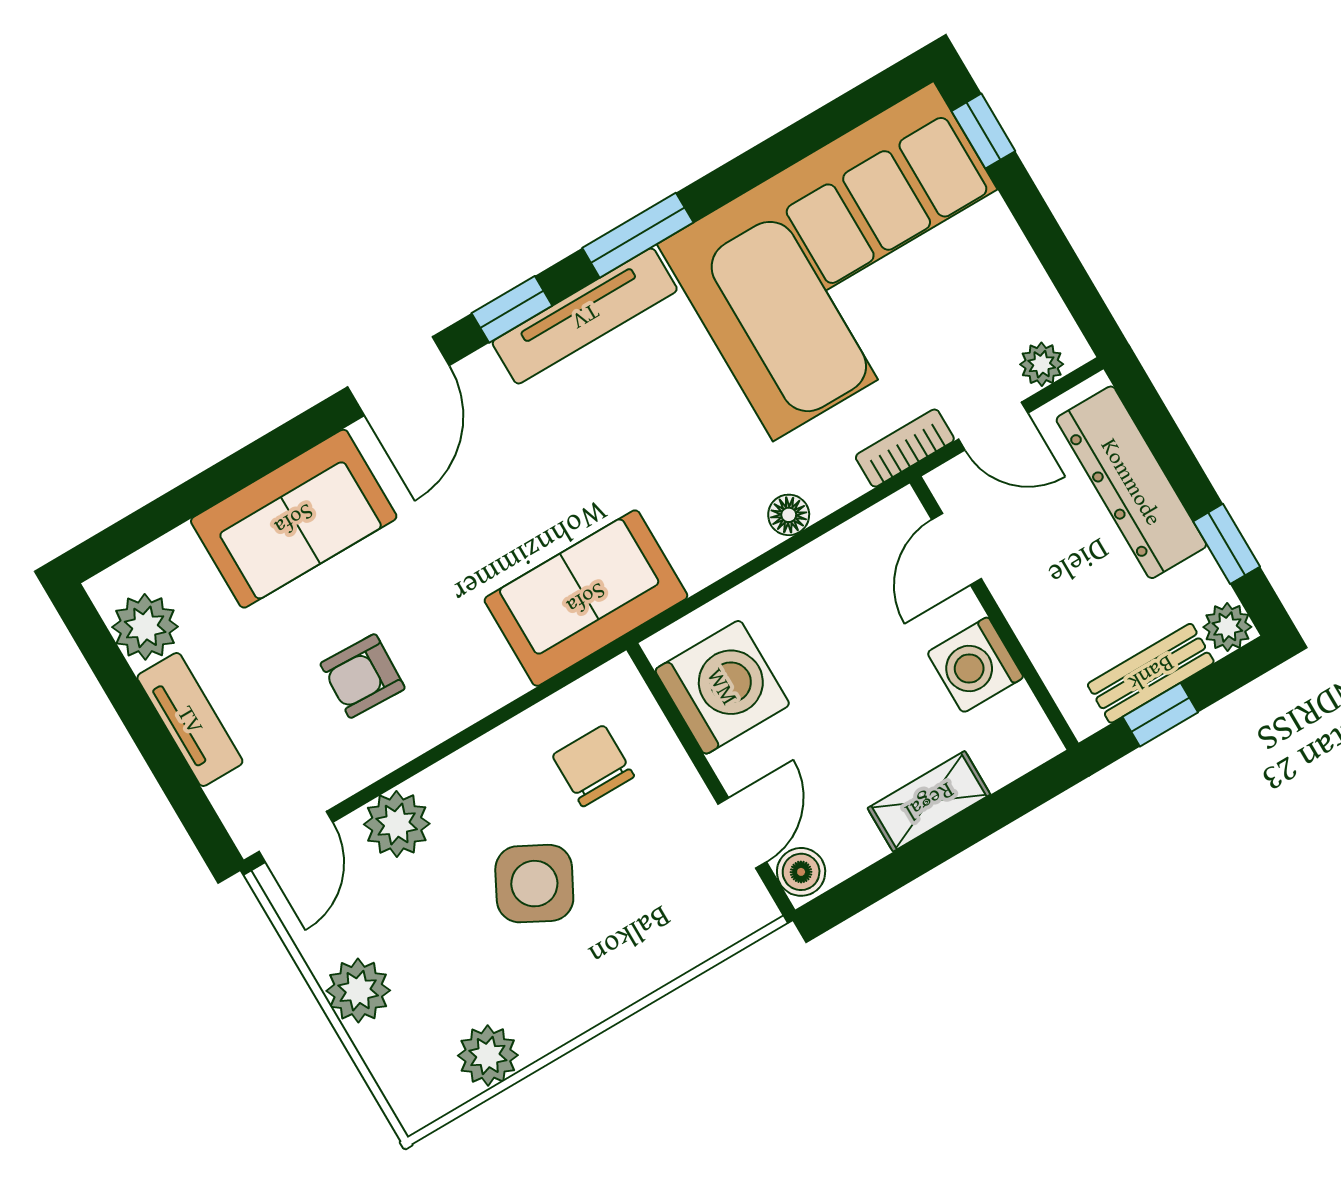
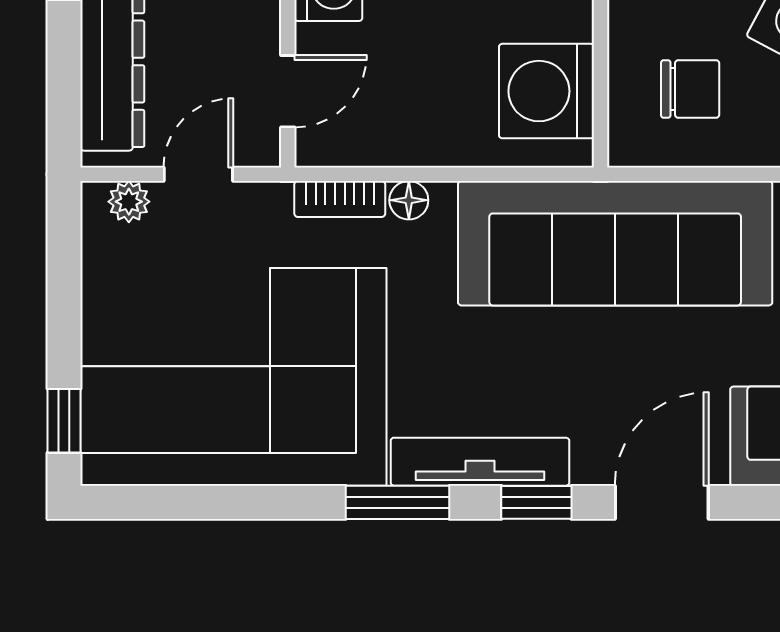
door: (993, 426) -> (198, 174), hinge flipped
bookcase: (905, 448) -> (340, 199), moved
sofa: (586, 598) -> (615, 243), width x1.85, depth x1.27
chair: (593, 766) -> (690, 89), turned -90

